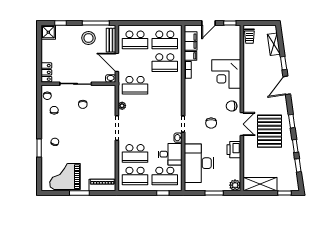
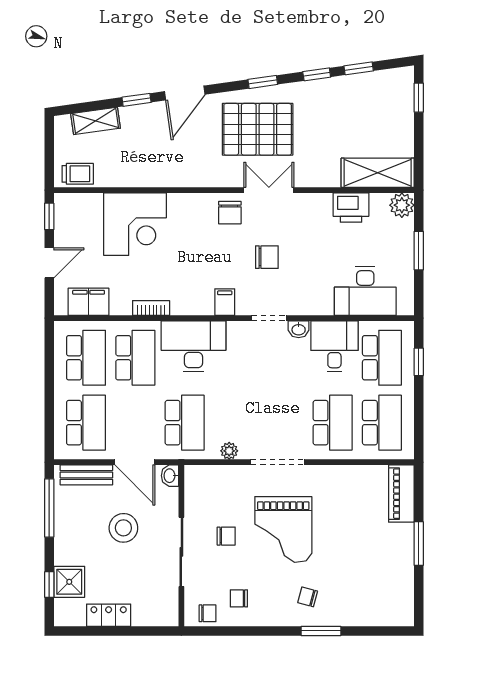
door: (208, 23) -> (49, 263), hinge flipped
shower: (48, 32) -> (69, 582), moved
stool: (88, 38) -> (123, 528), moved
filing cabinet: (190, 56) -> (225, 302), moved
door: (117, 62) -> (135, 462), hinge flipped
locker: (46, 72) -> (109, 615), moved
corner desk: (226, 74) -> (135, 224), moved
door: (287, 85) -> (185, 93), hinge flipped
desk: (170, 89) -> (193, 346), added
pallet: (269, 131) -> (258, 129), moved
printer: (234, 150) -> (351, 208), moved
desk: (199, 163) -> (365, 291), width x0.73, depth x0.77
grand piano: (65, 177) -> (283, 529), moved
shelving: (260, 184) -> (378, 173), moved, turned 90

